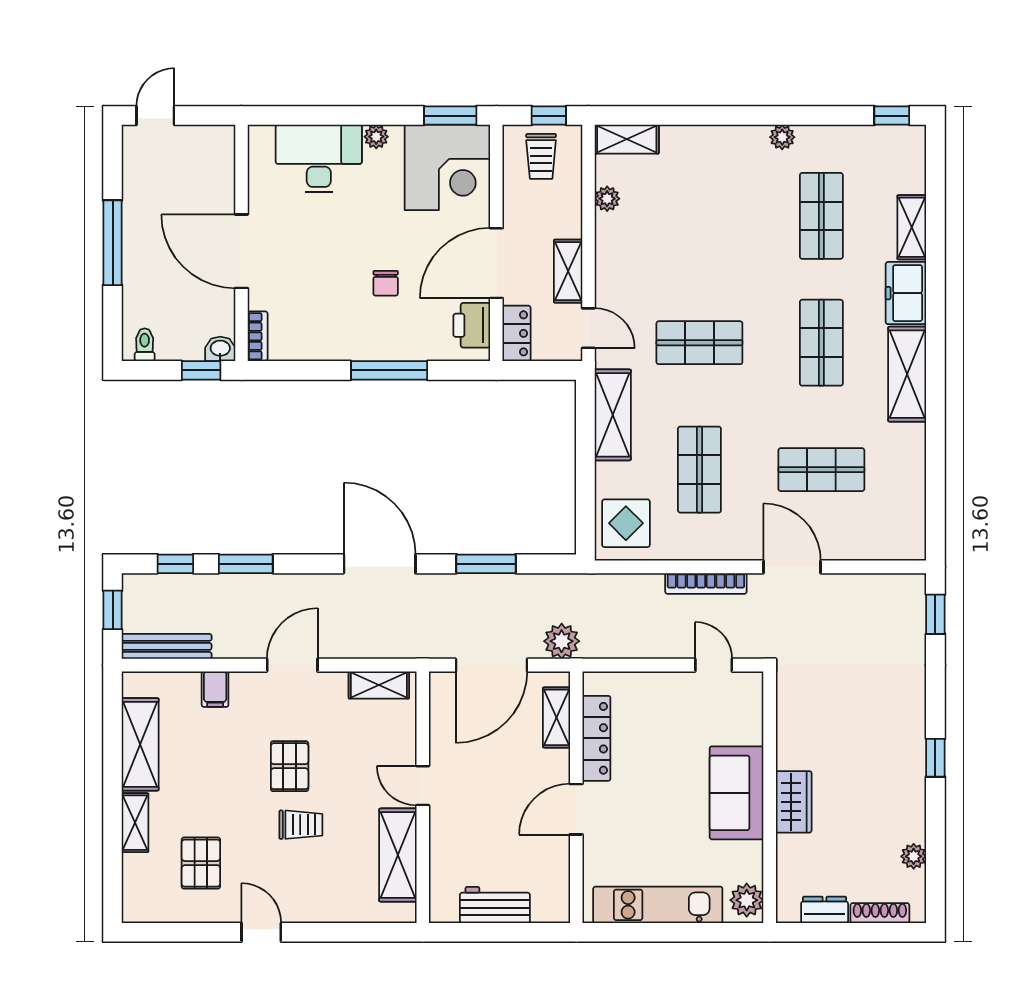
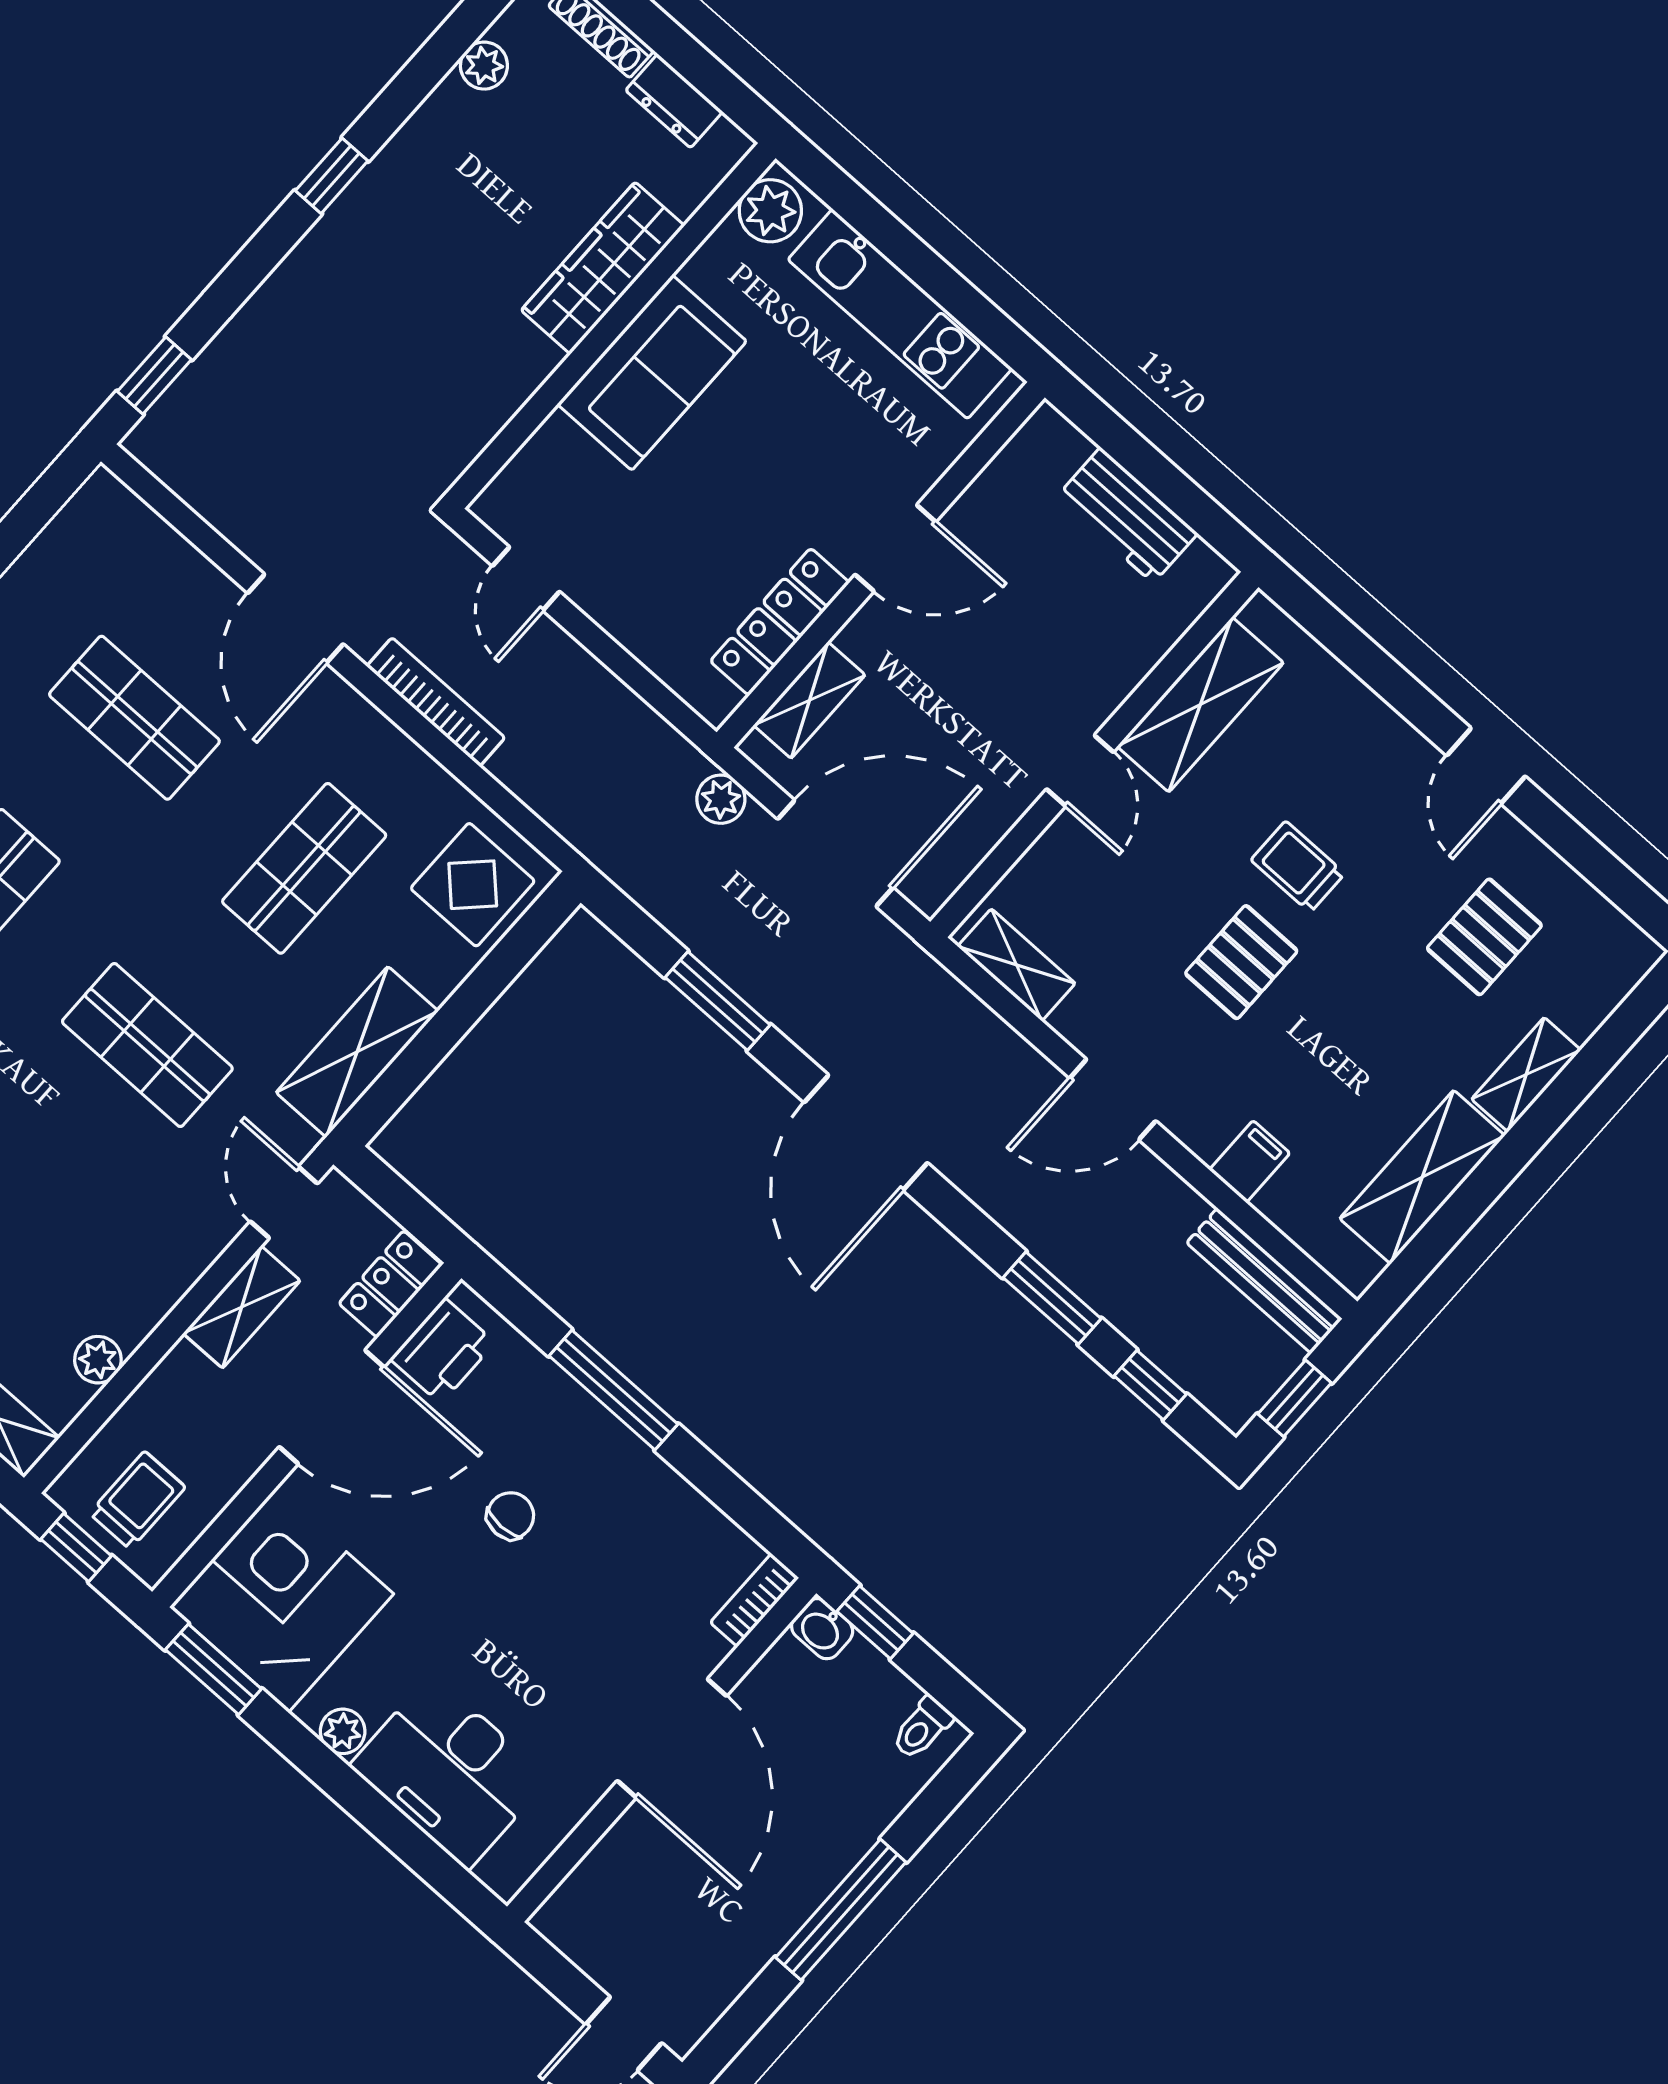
plant: (562, 641) -> (721, 799), width x0.73, depth x0.73
wardrobe: (794, 802) -> (603, 268), width x1.50

